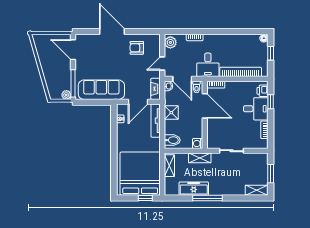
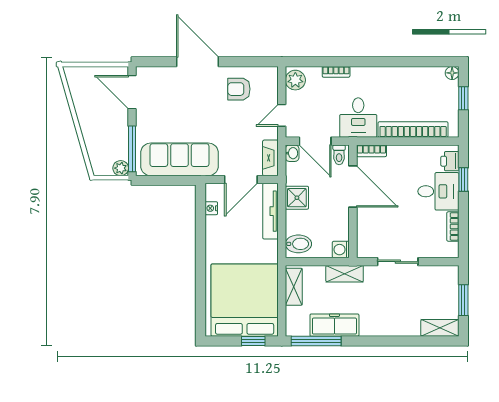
window: (208, 198) -> (316, 341), moved

